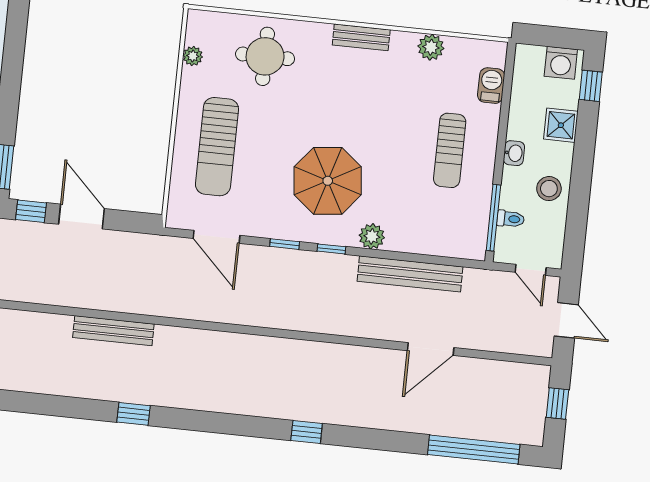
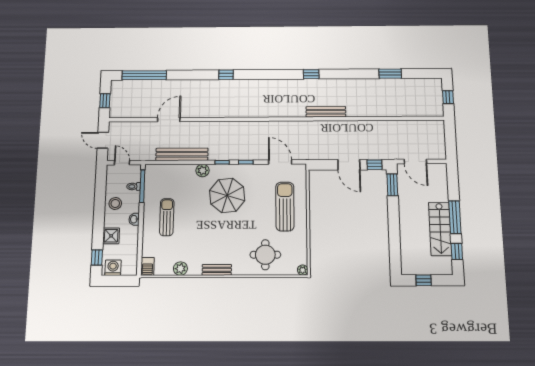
plant: (193, 56) -> (303, 270), moved
barbecue: (491, 86) -> (148, 266), moved

